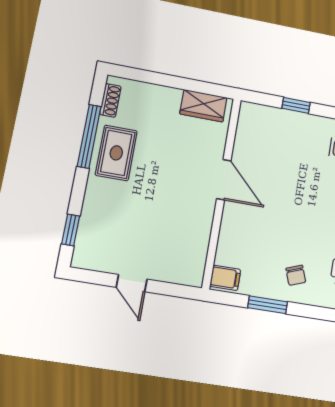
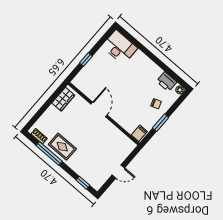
door: (224, 180) -> (99, 110), hinge flipped

